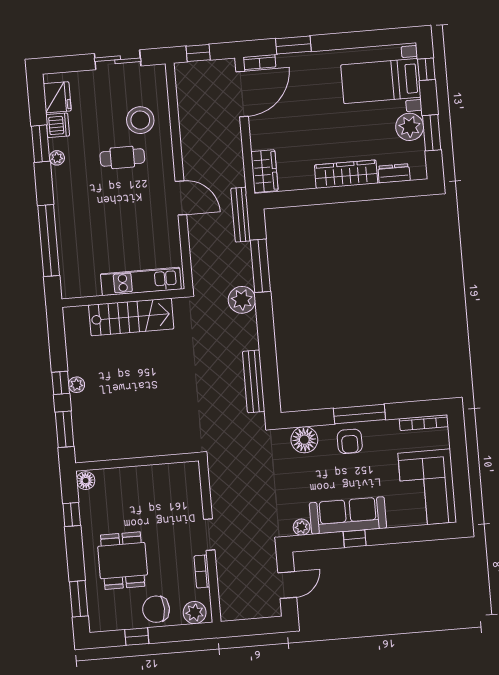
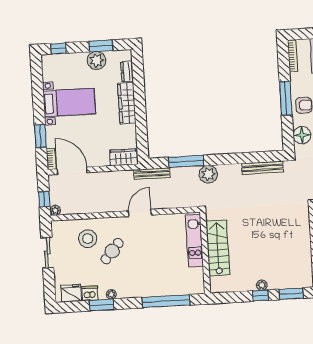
plant: (182, 70) -> (55, 210), added
bed with nightstands: (381, 81) -> (69, 102), moved, turned -90
cafe table: (122, 157) -> (112, 251), turned 41

